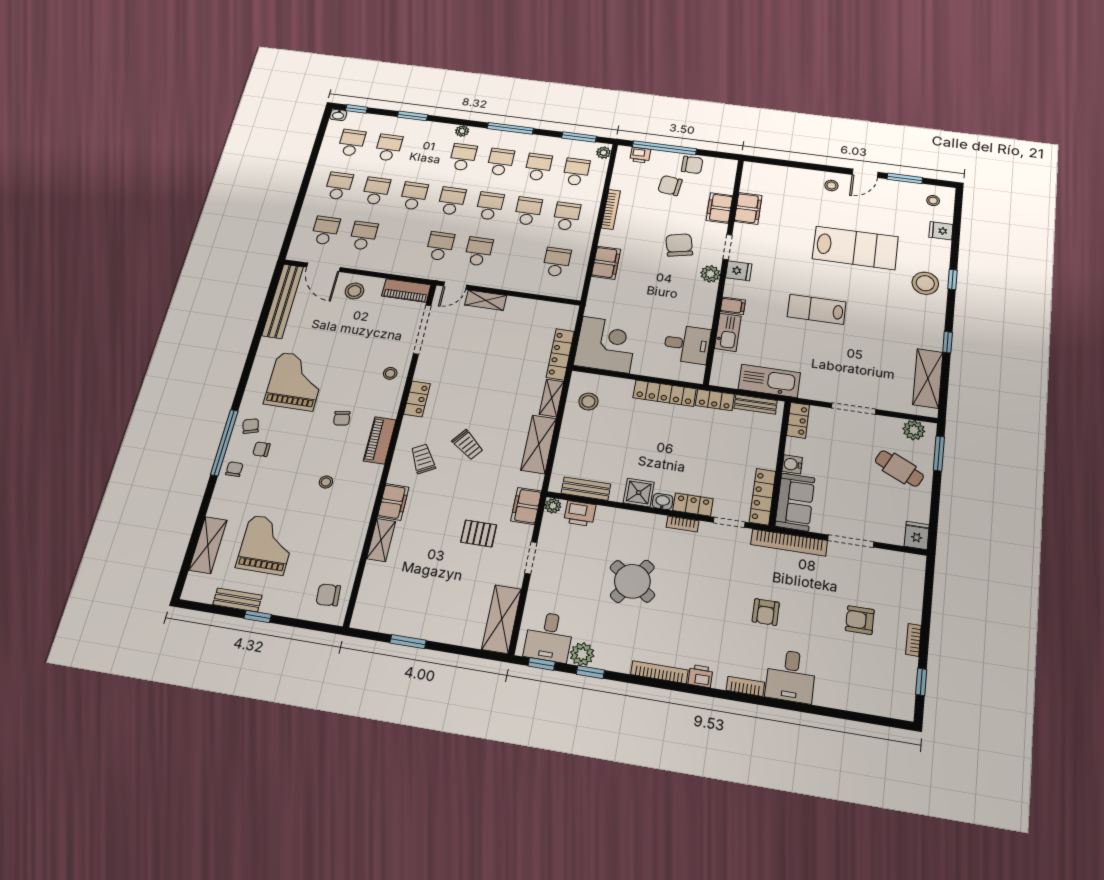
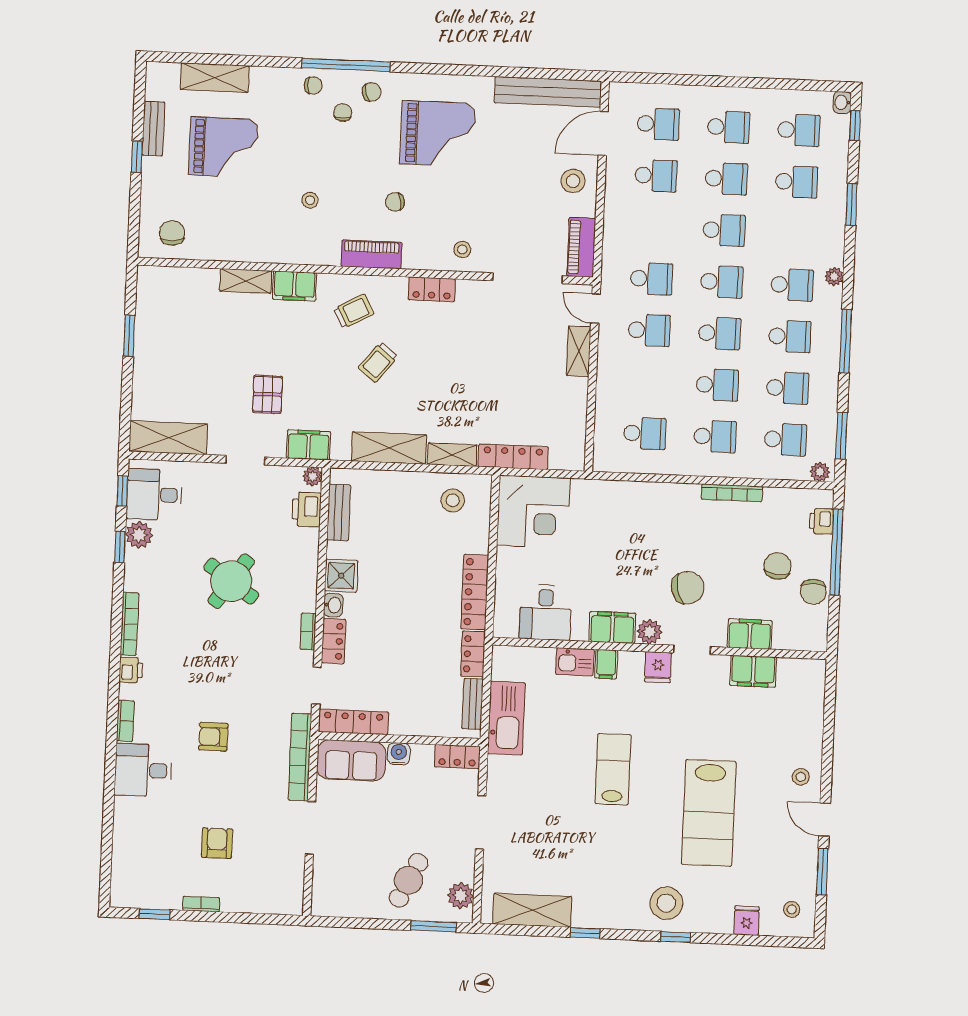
filing cabinet: (606, 263) -> (612, 627), moved, turned 180
kitchen sink: (728, 332) -> (575, 662), width x0.73
fridge: (917, 535) -> (327, 904), removed

